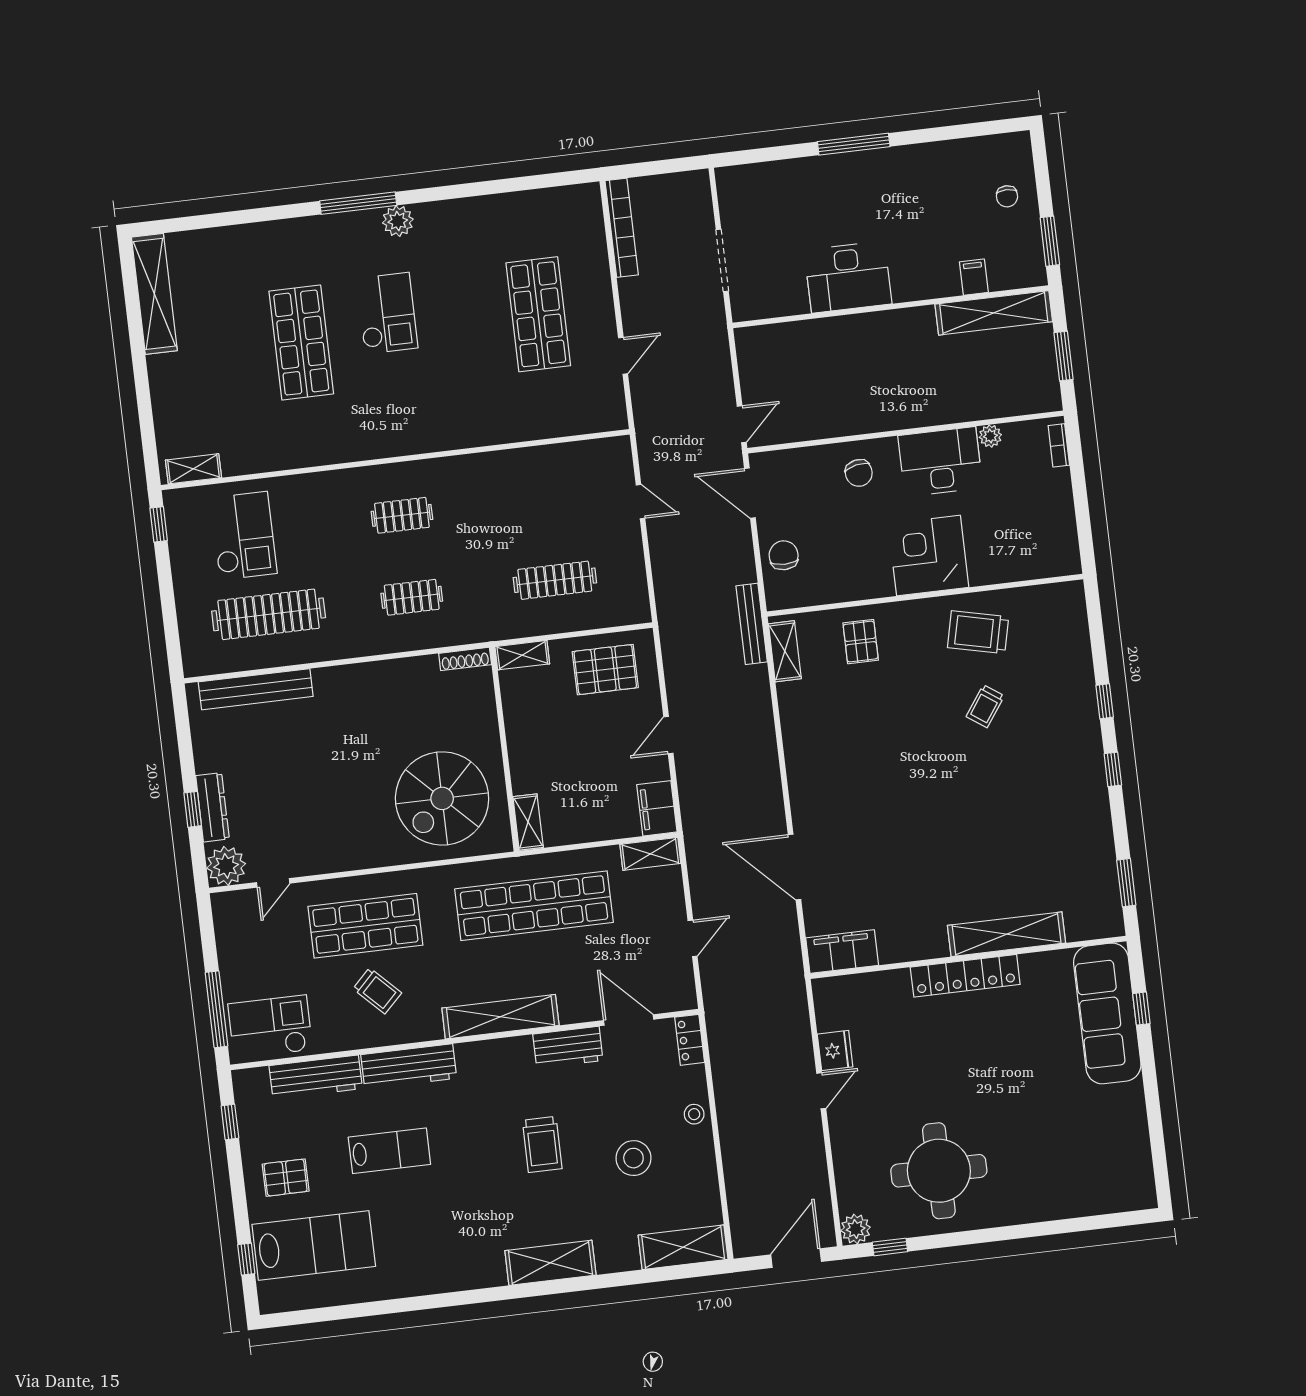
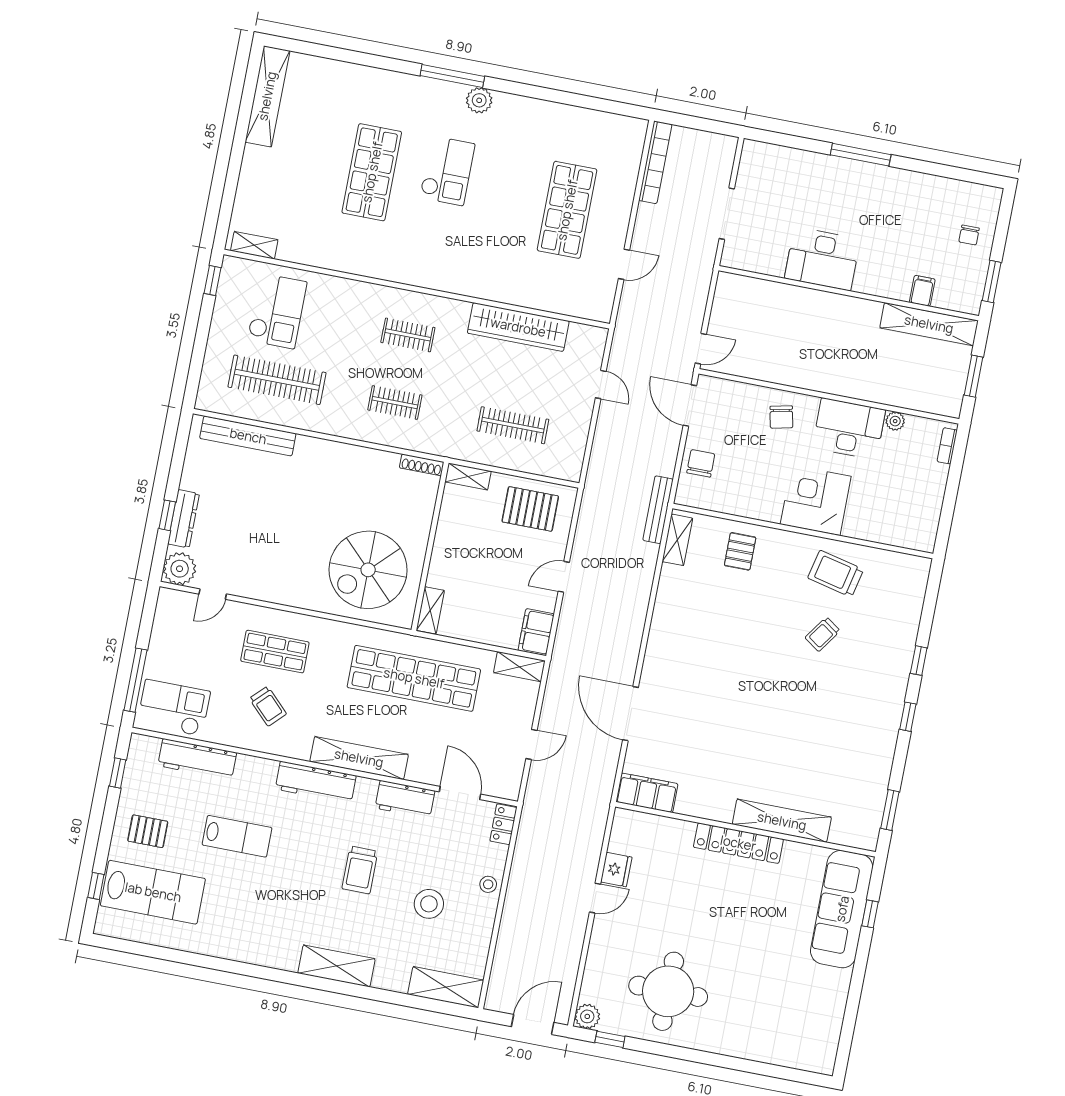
wardrobe: (525, 466) -> (518, 327), added
shop shelf: (365, 926) -> (275, 652), width x0.70, depth x0.74
workbench: (409, 1066) -> (316, 782), moved

